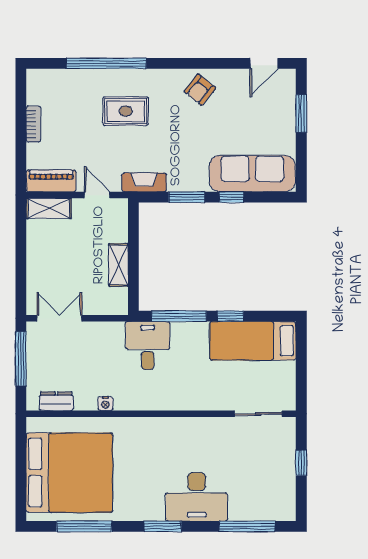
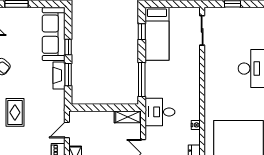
fireplace: (144, 182) -> (59, 75), moved
shelving: (118, 265) -> (128, 117), moved
window: (230, 316) -> (142, 32), moved
desk: (148, 345) -> (160, 112), moved

